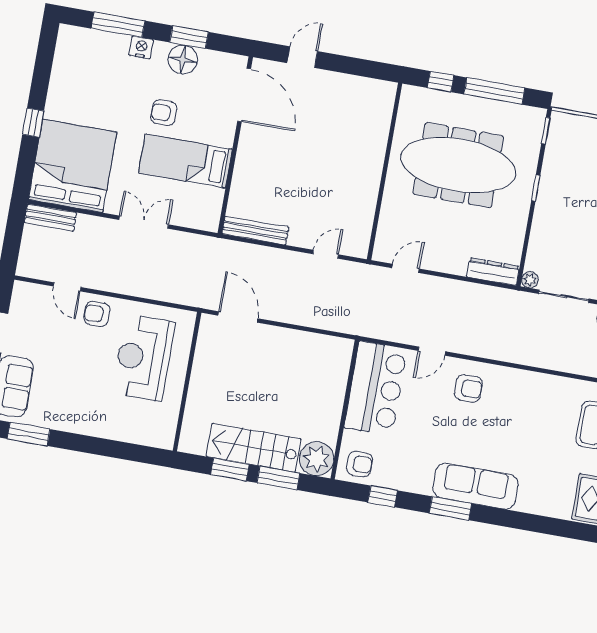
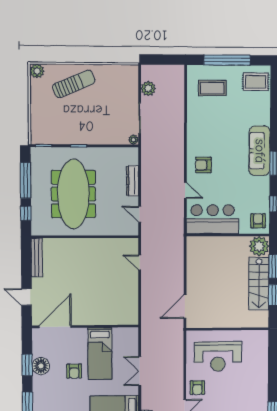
nightstand: (141, 47) -> (38, 391), removed
bench: (255, 230) -> (37, 258), moved
dresser: (493, 272) -> (132, 181), moved
armchair: (468, 388) -> (203, 165), turned -90

